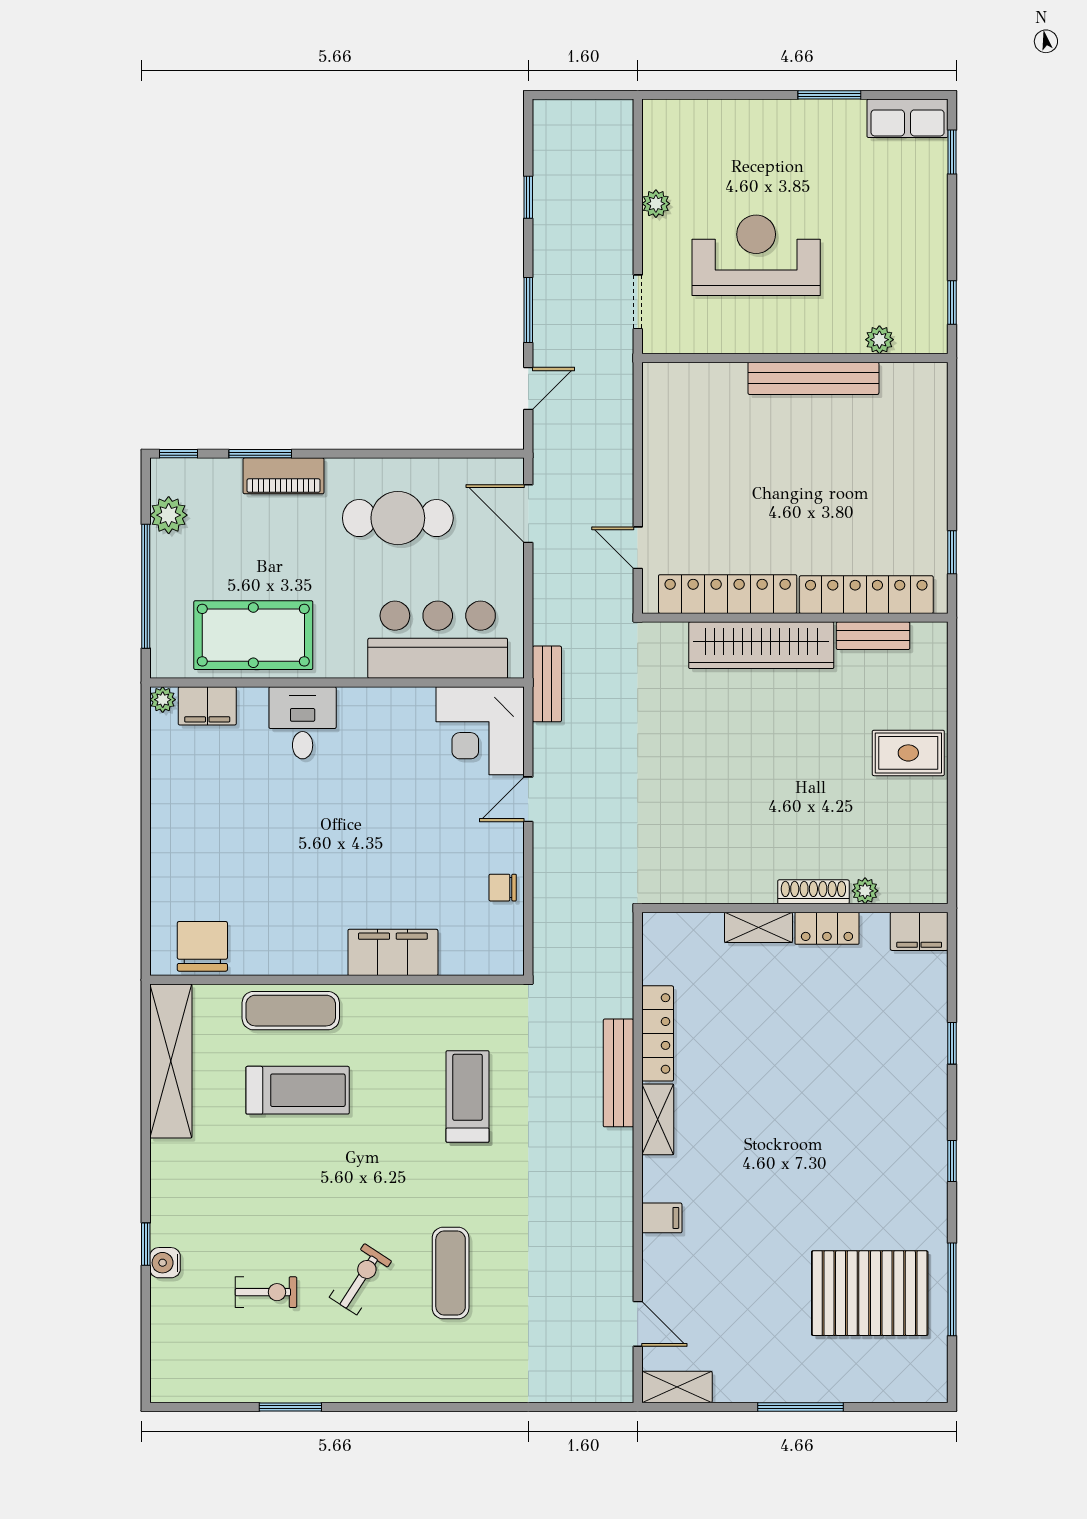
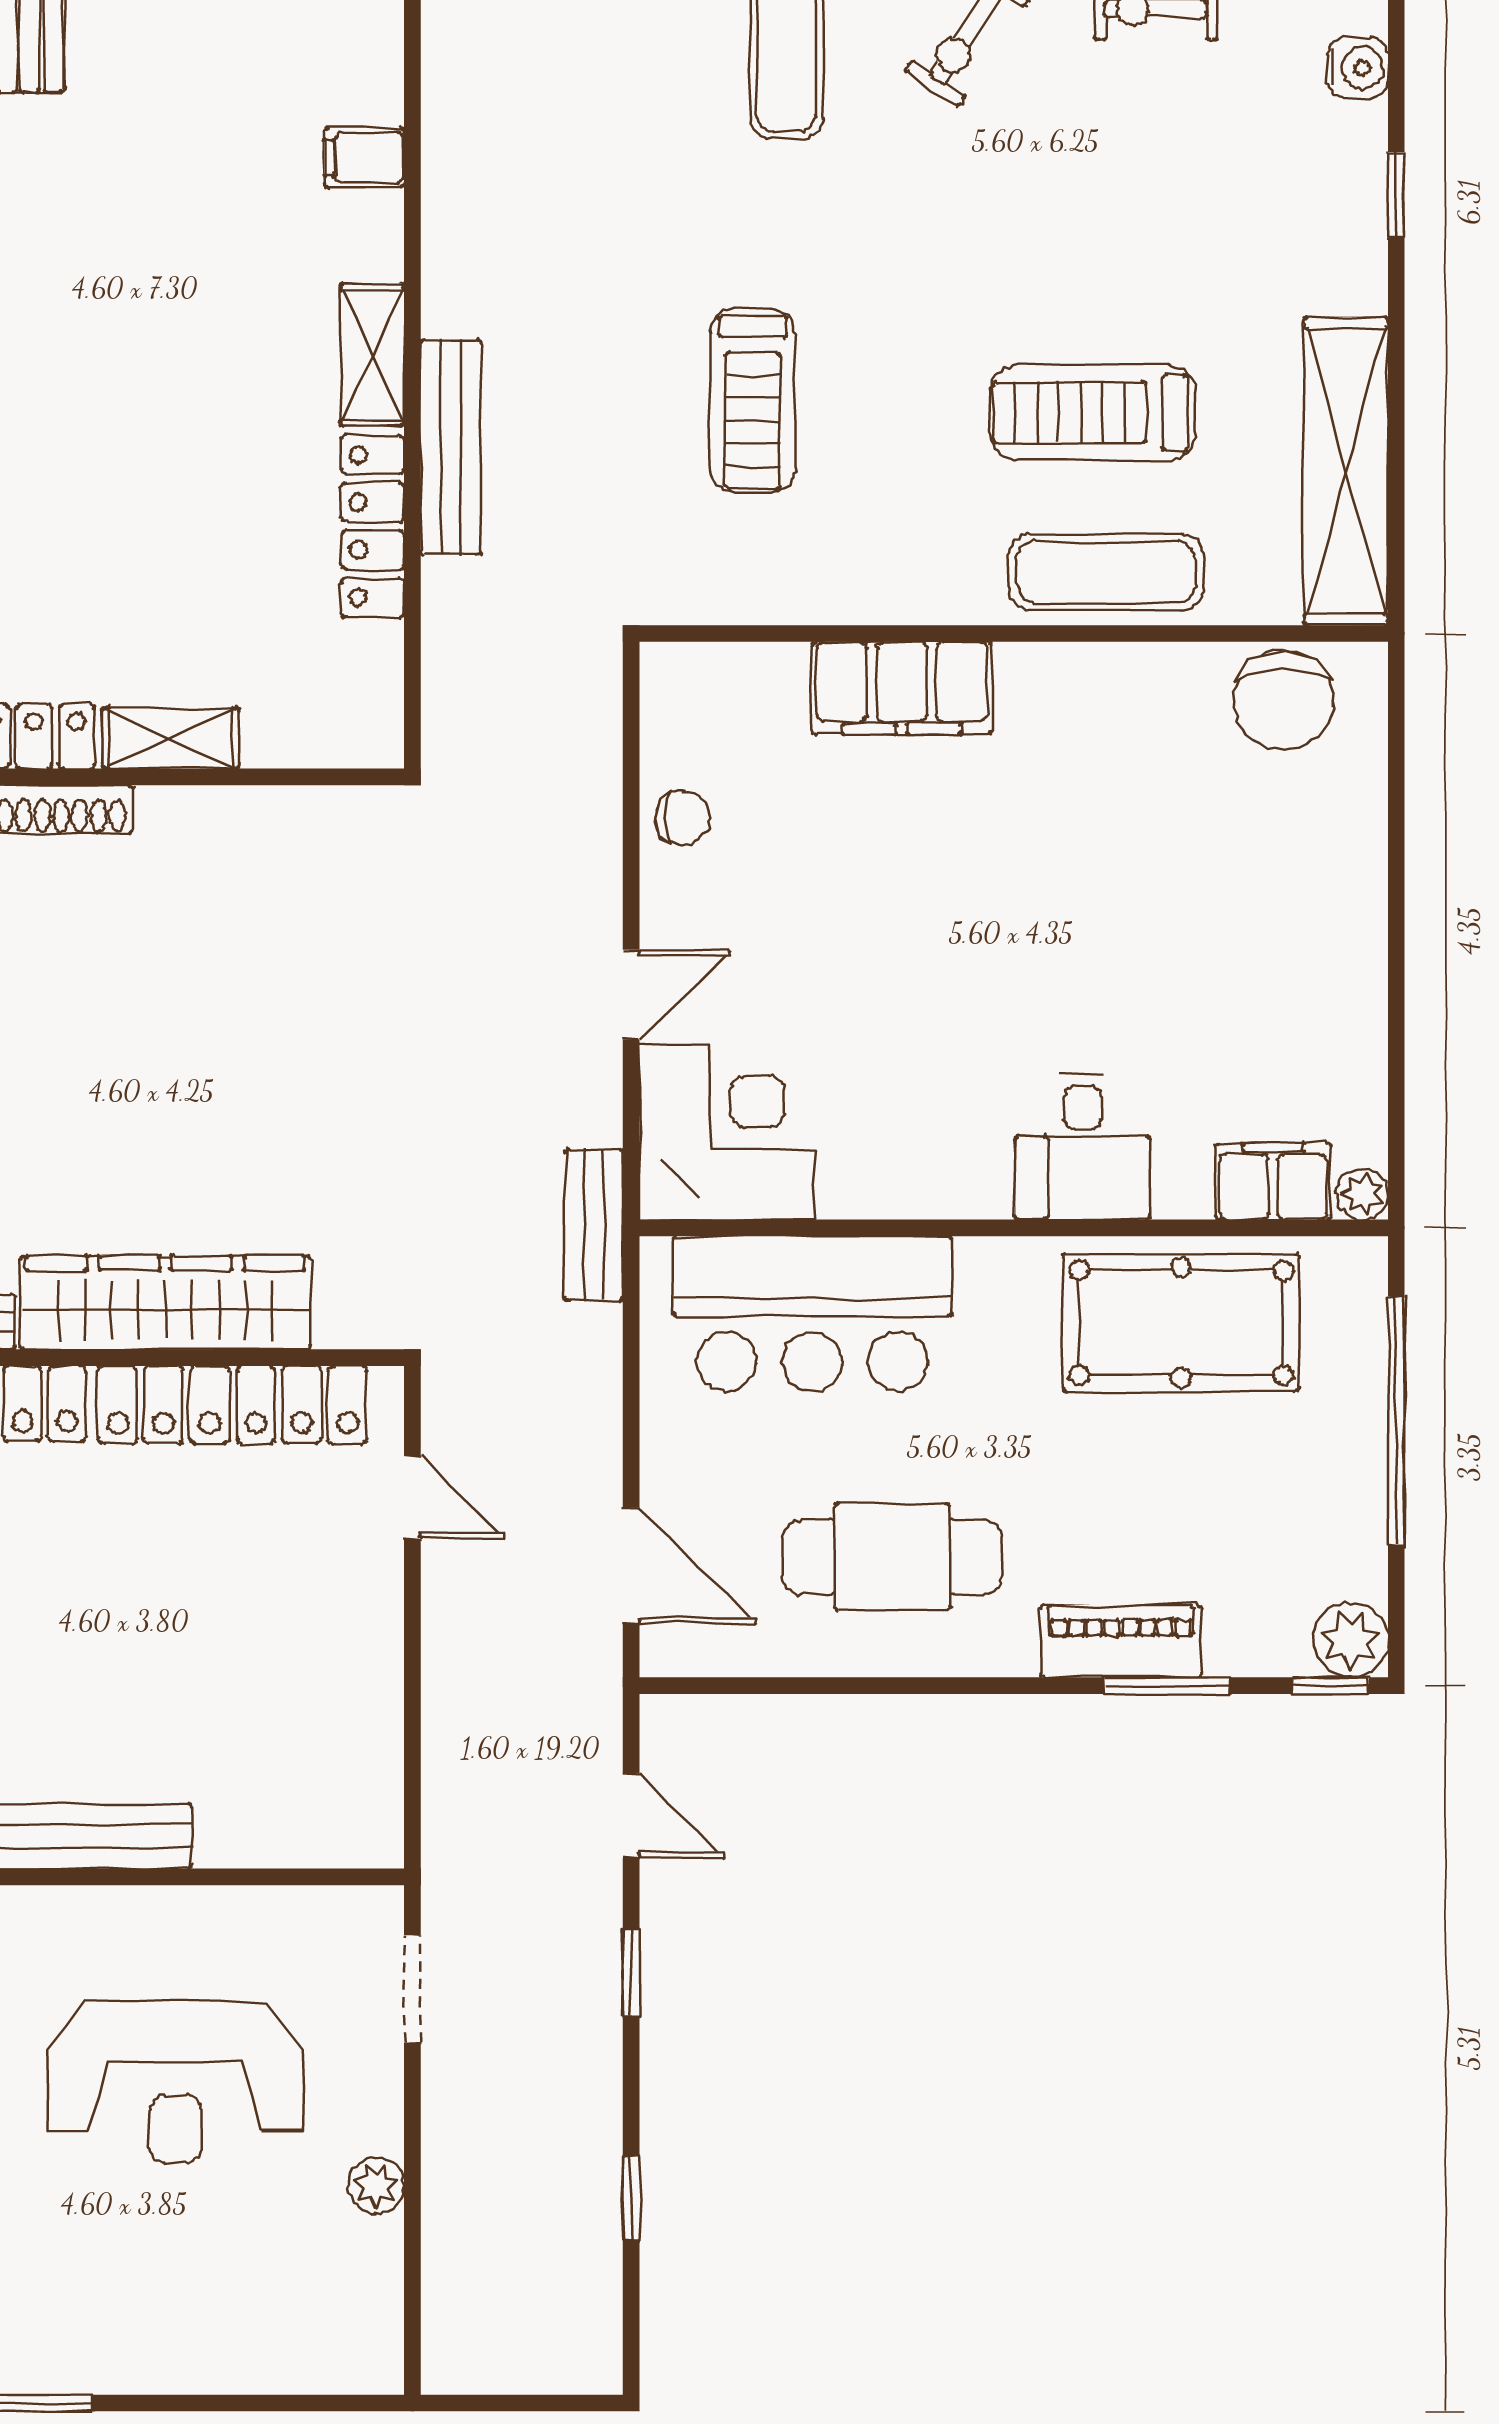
window: (528, 310) -> (631, 1973), width x0.67
door: (528, 389) -> (631, 1816), swing flipped
plant: (169, 515) -> (1351, 1640), moved
window: (146, 1244) -> (1396, 195), moved

